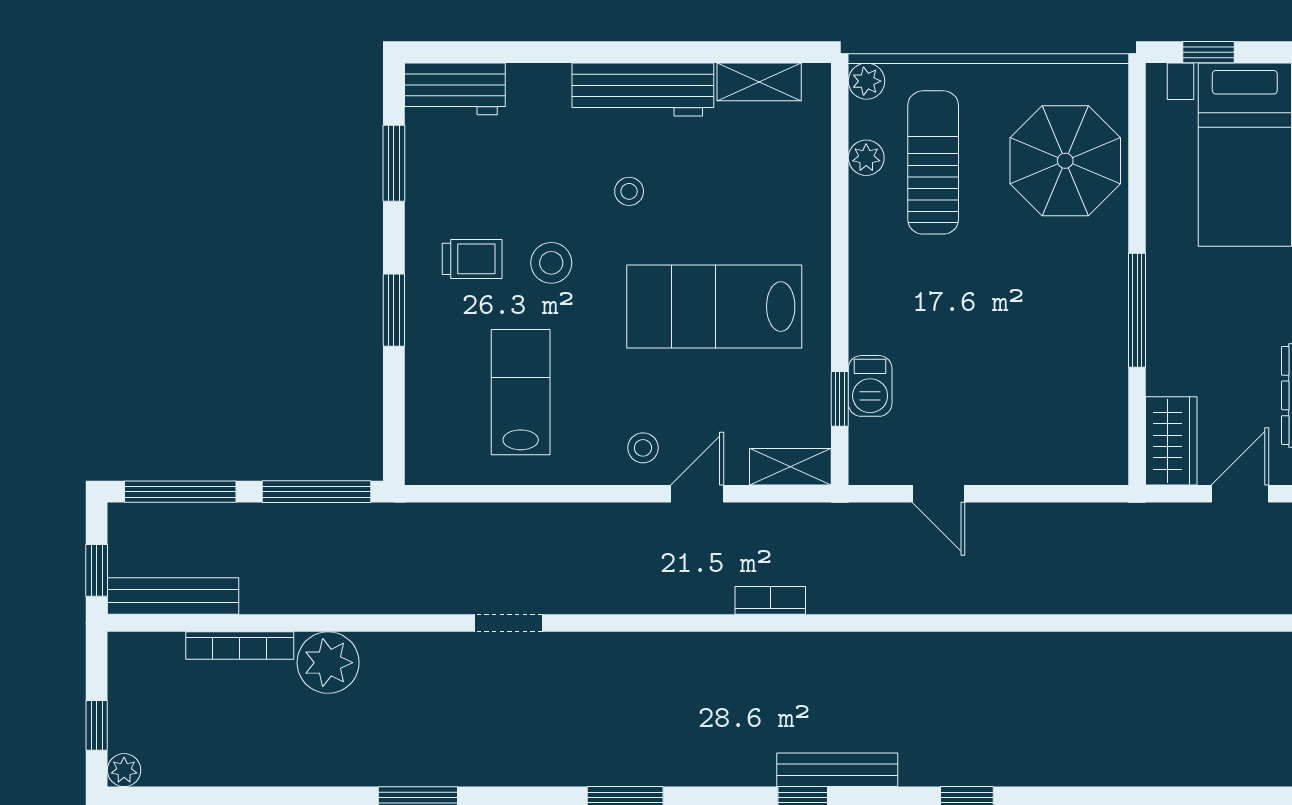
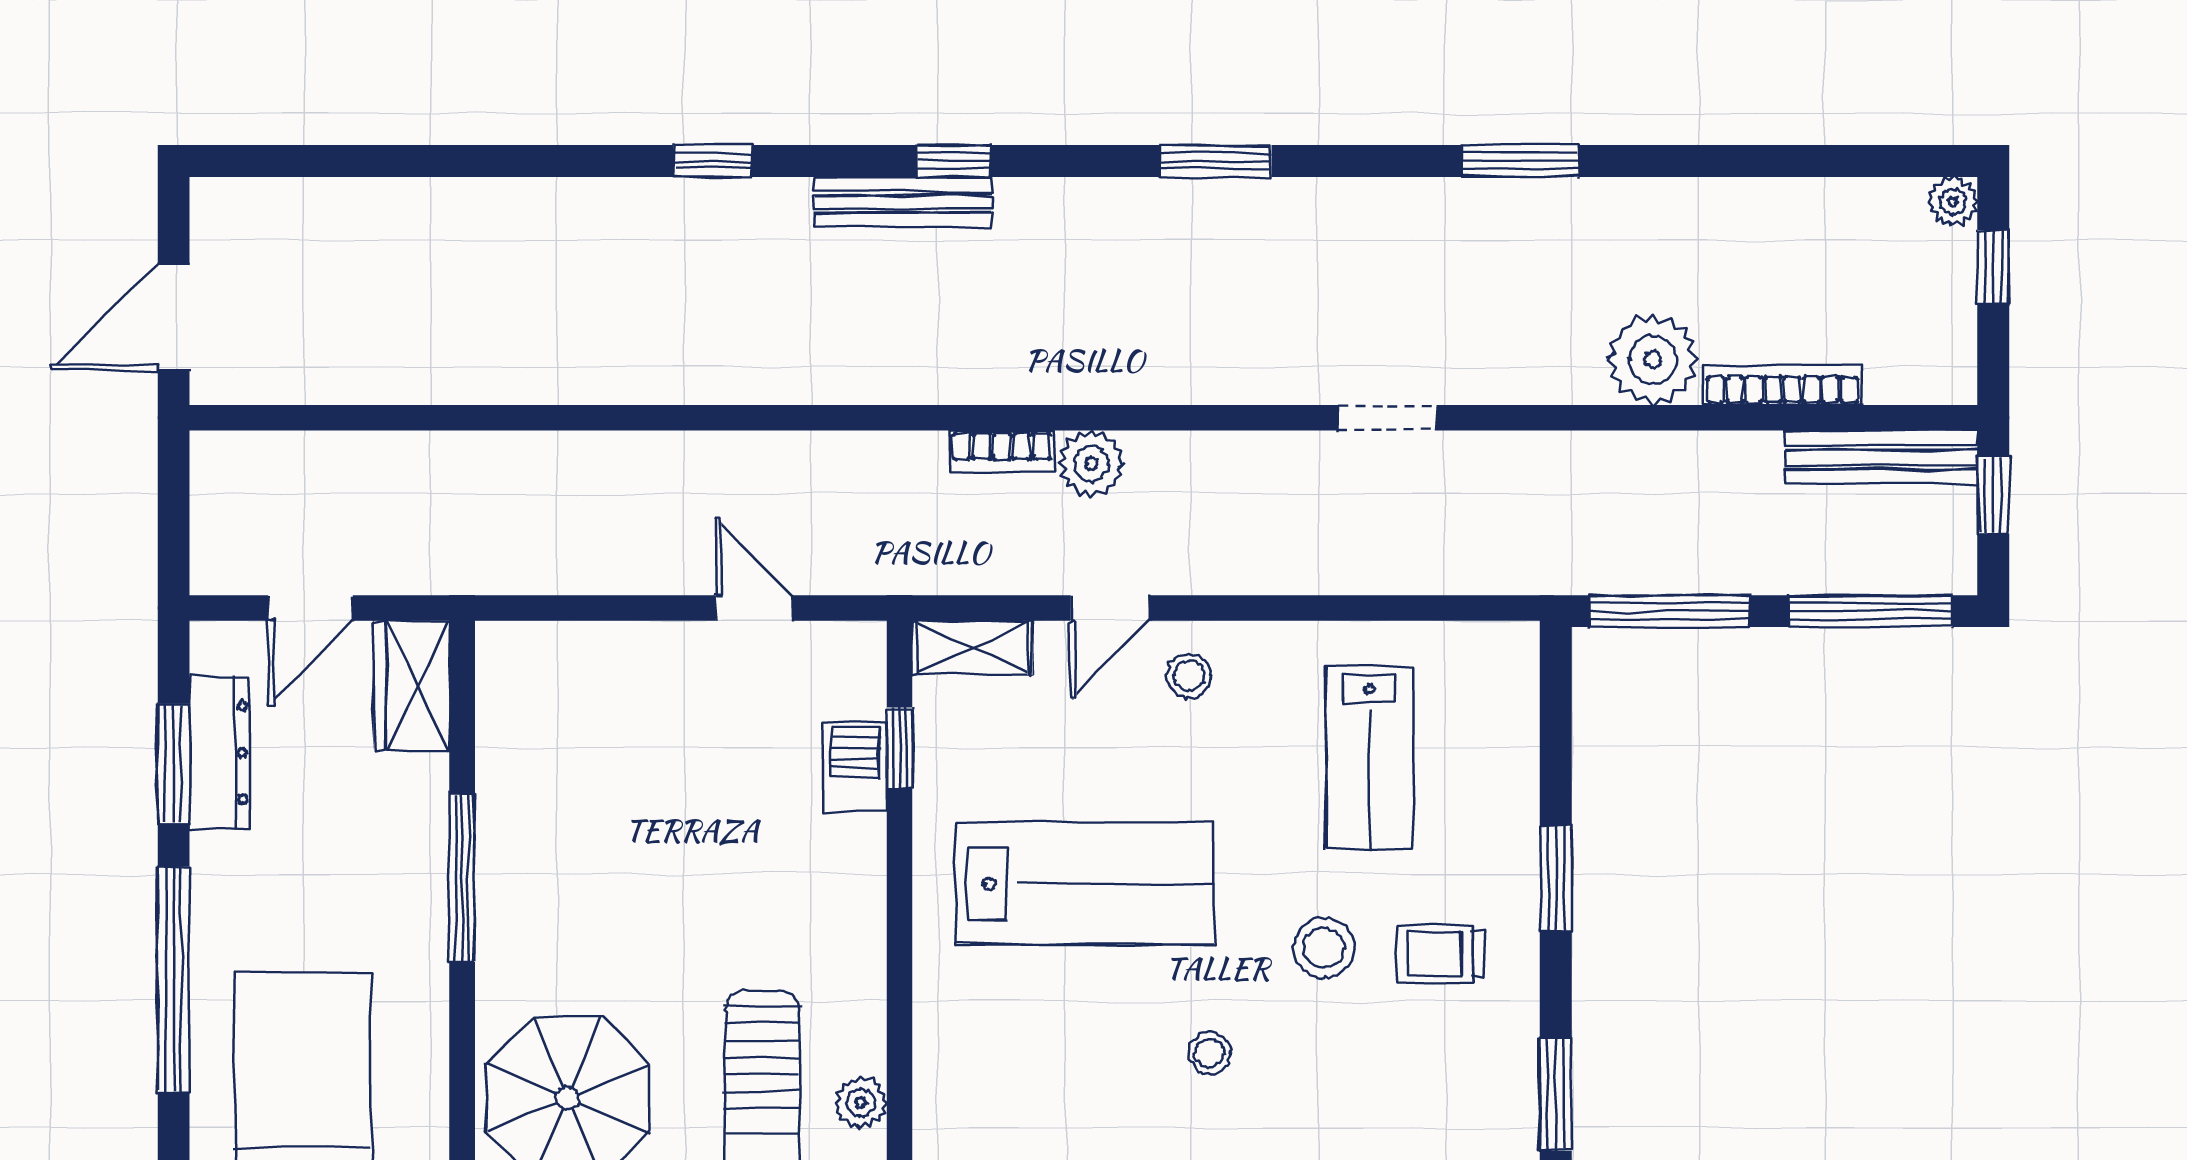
plant: (709, 592) -> (1092, 463), added

